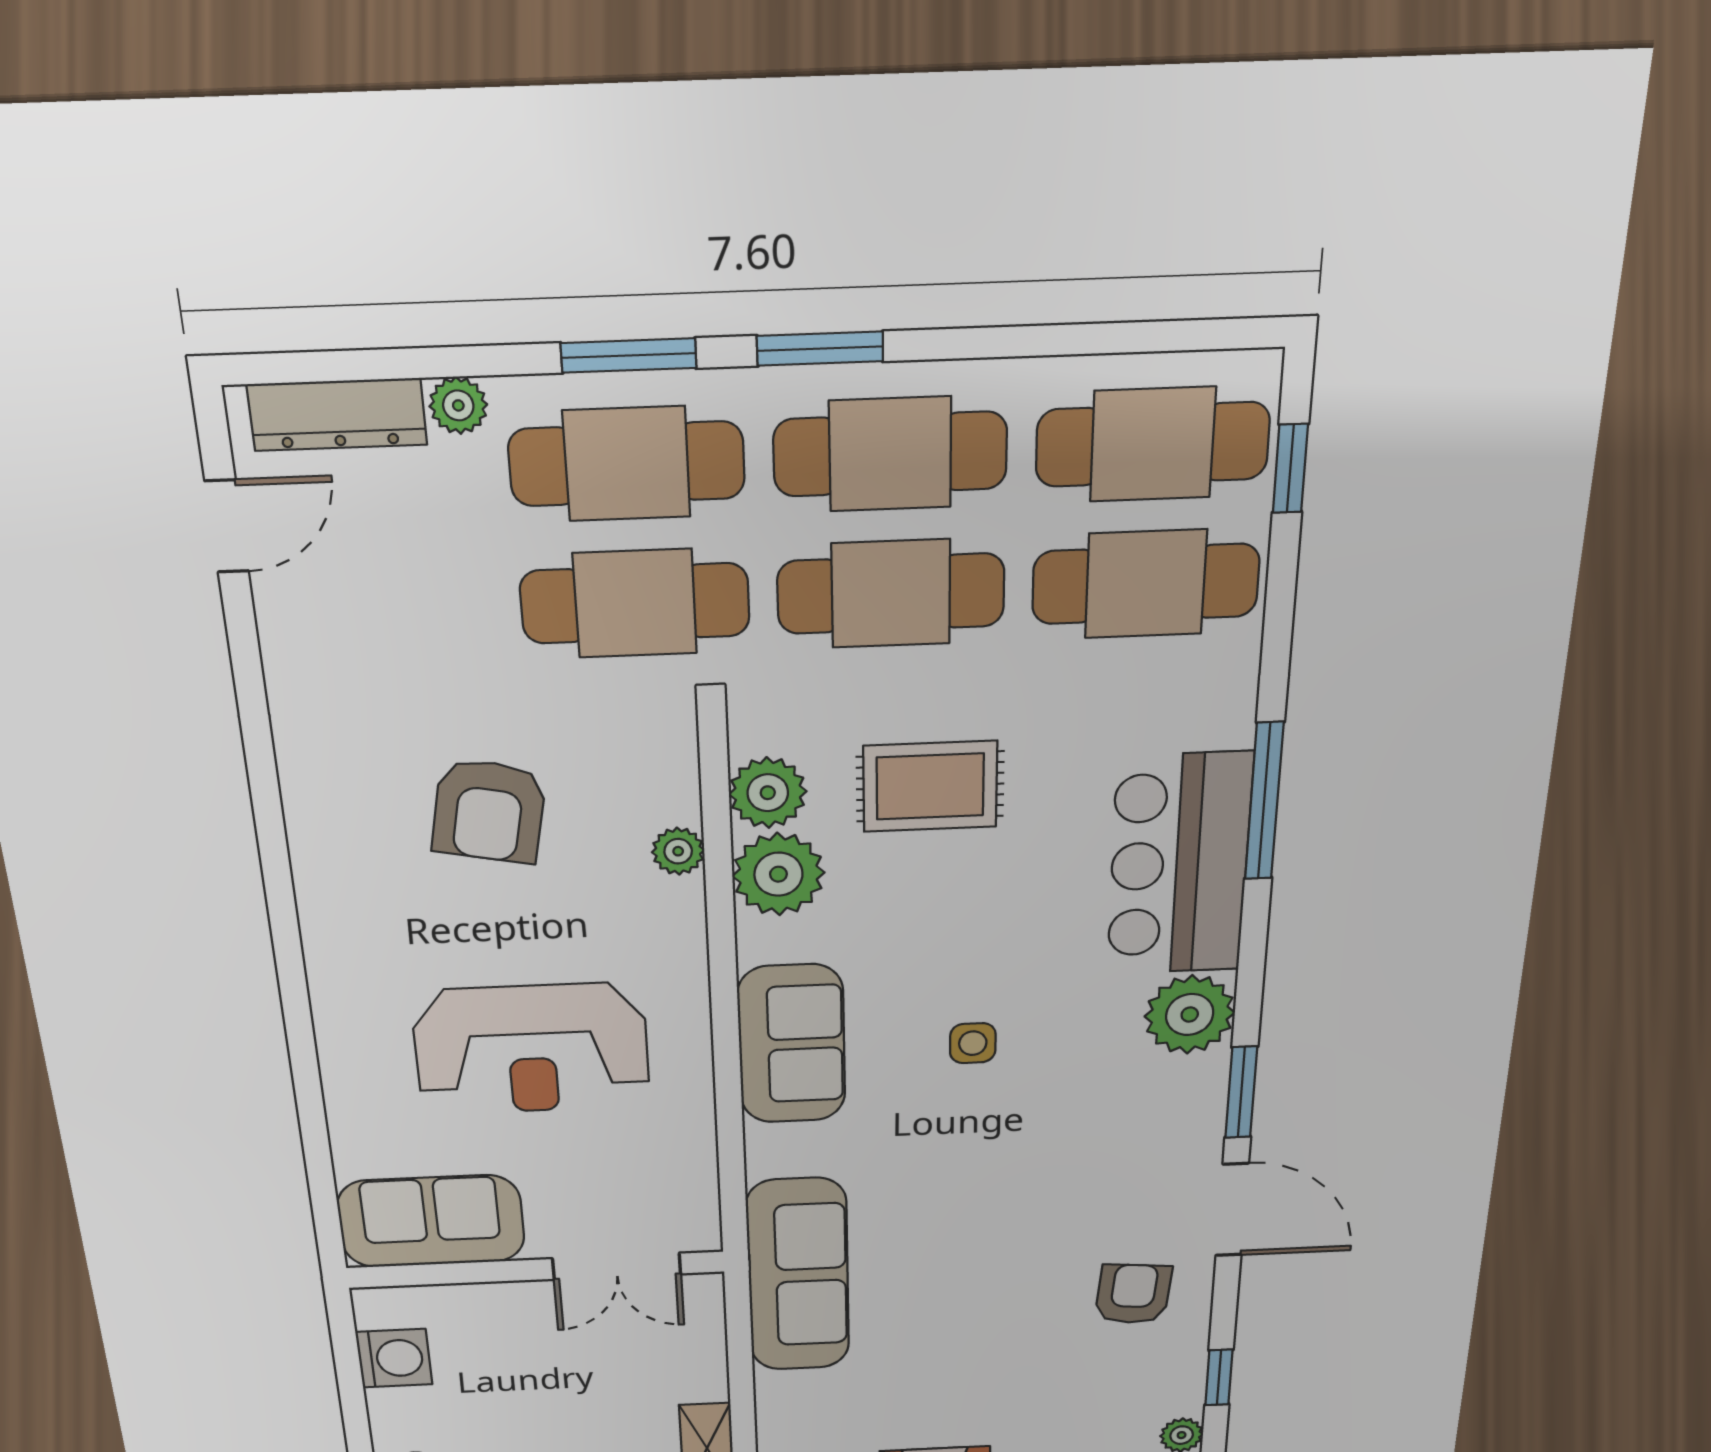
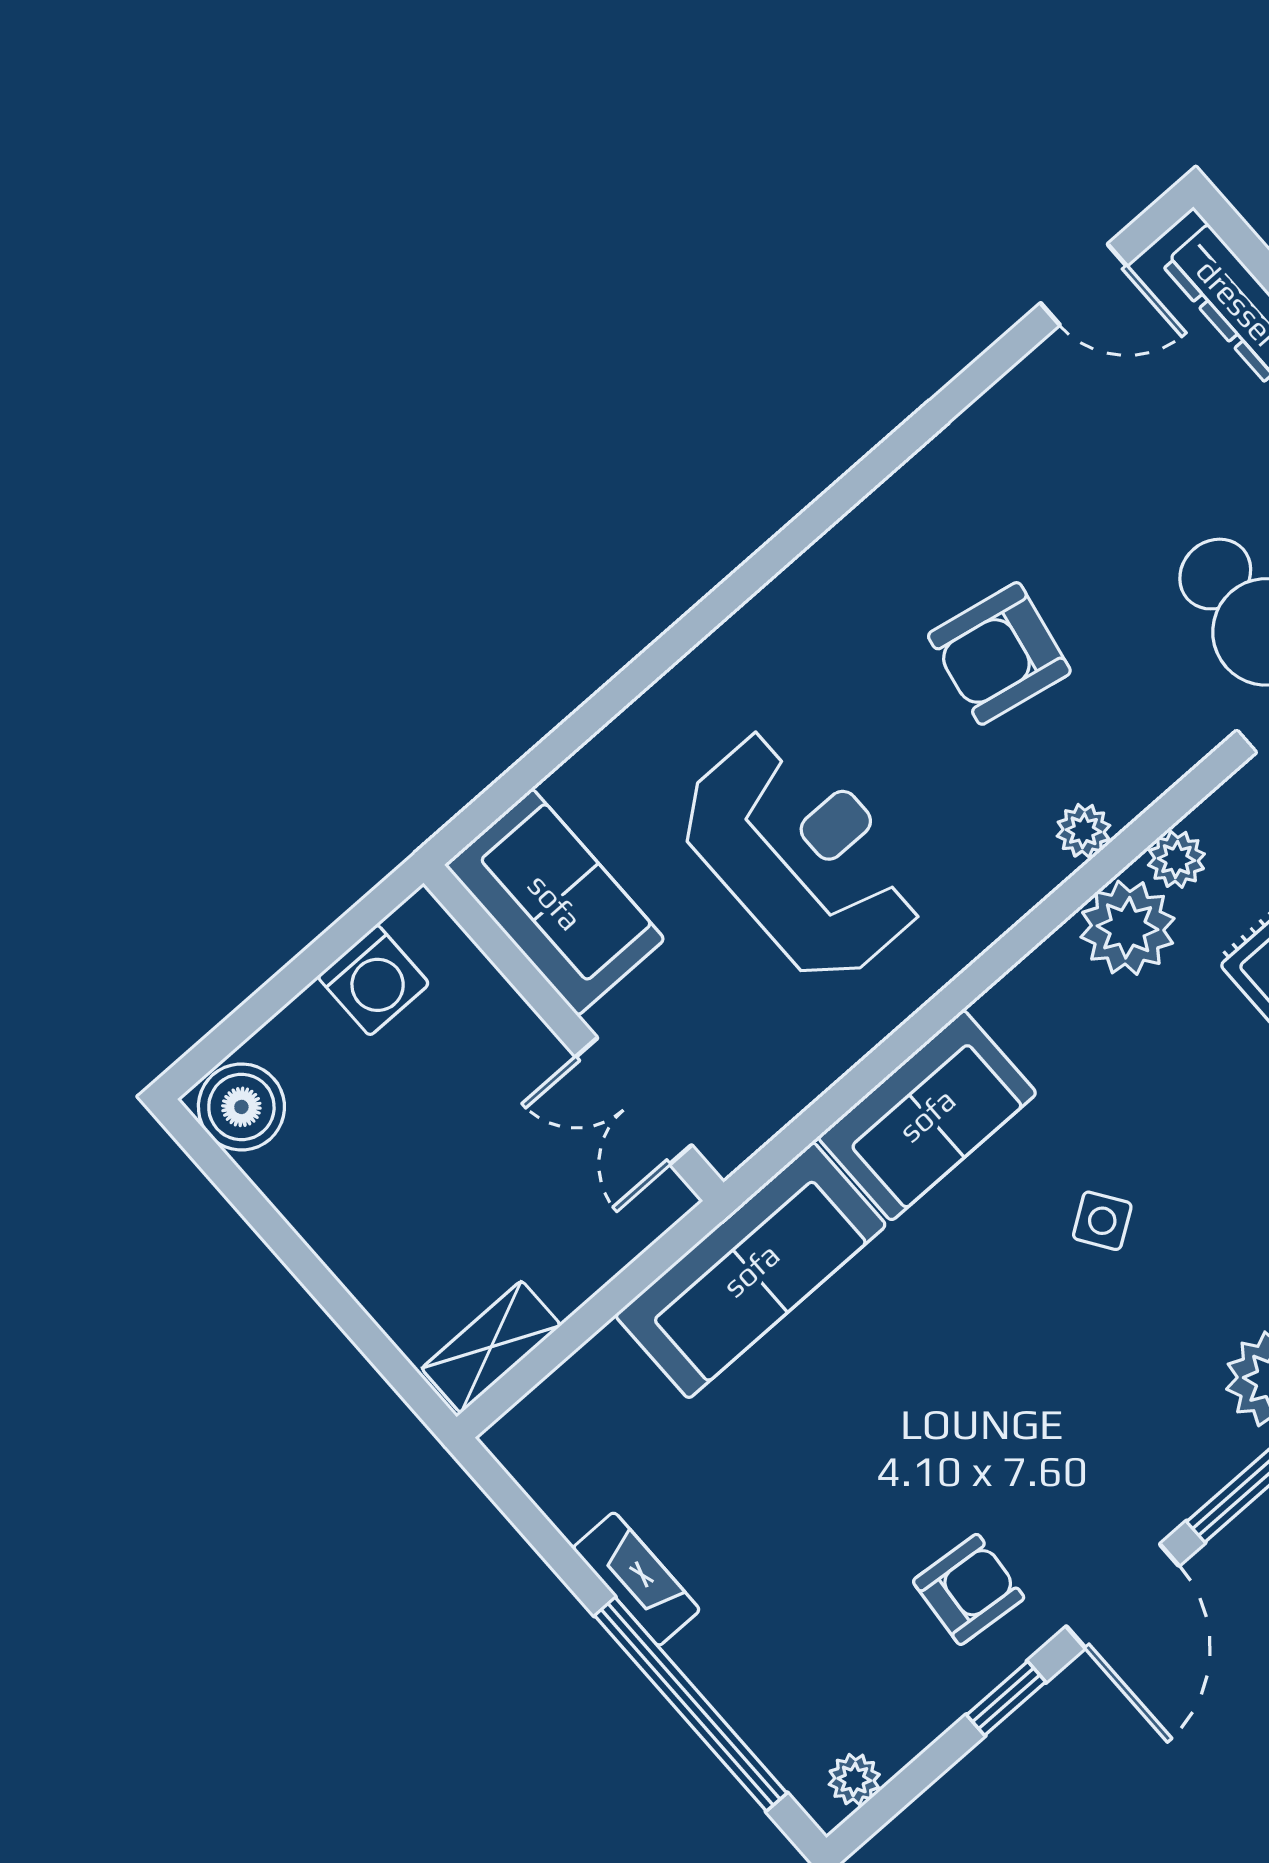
plant: (768, 793) -> (1176, 859), width x0.73, depth x0.73
side table: (973, 1043) -> (1102, 1221), turned -34
sofa: (792, 1044) -> (927, 1115), moved
reception desk: (531, 1049) -> (802, 855), turned 180
window: (1219, 1377) -> (1006, 1698), moved

